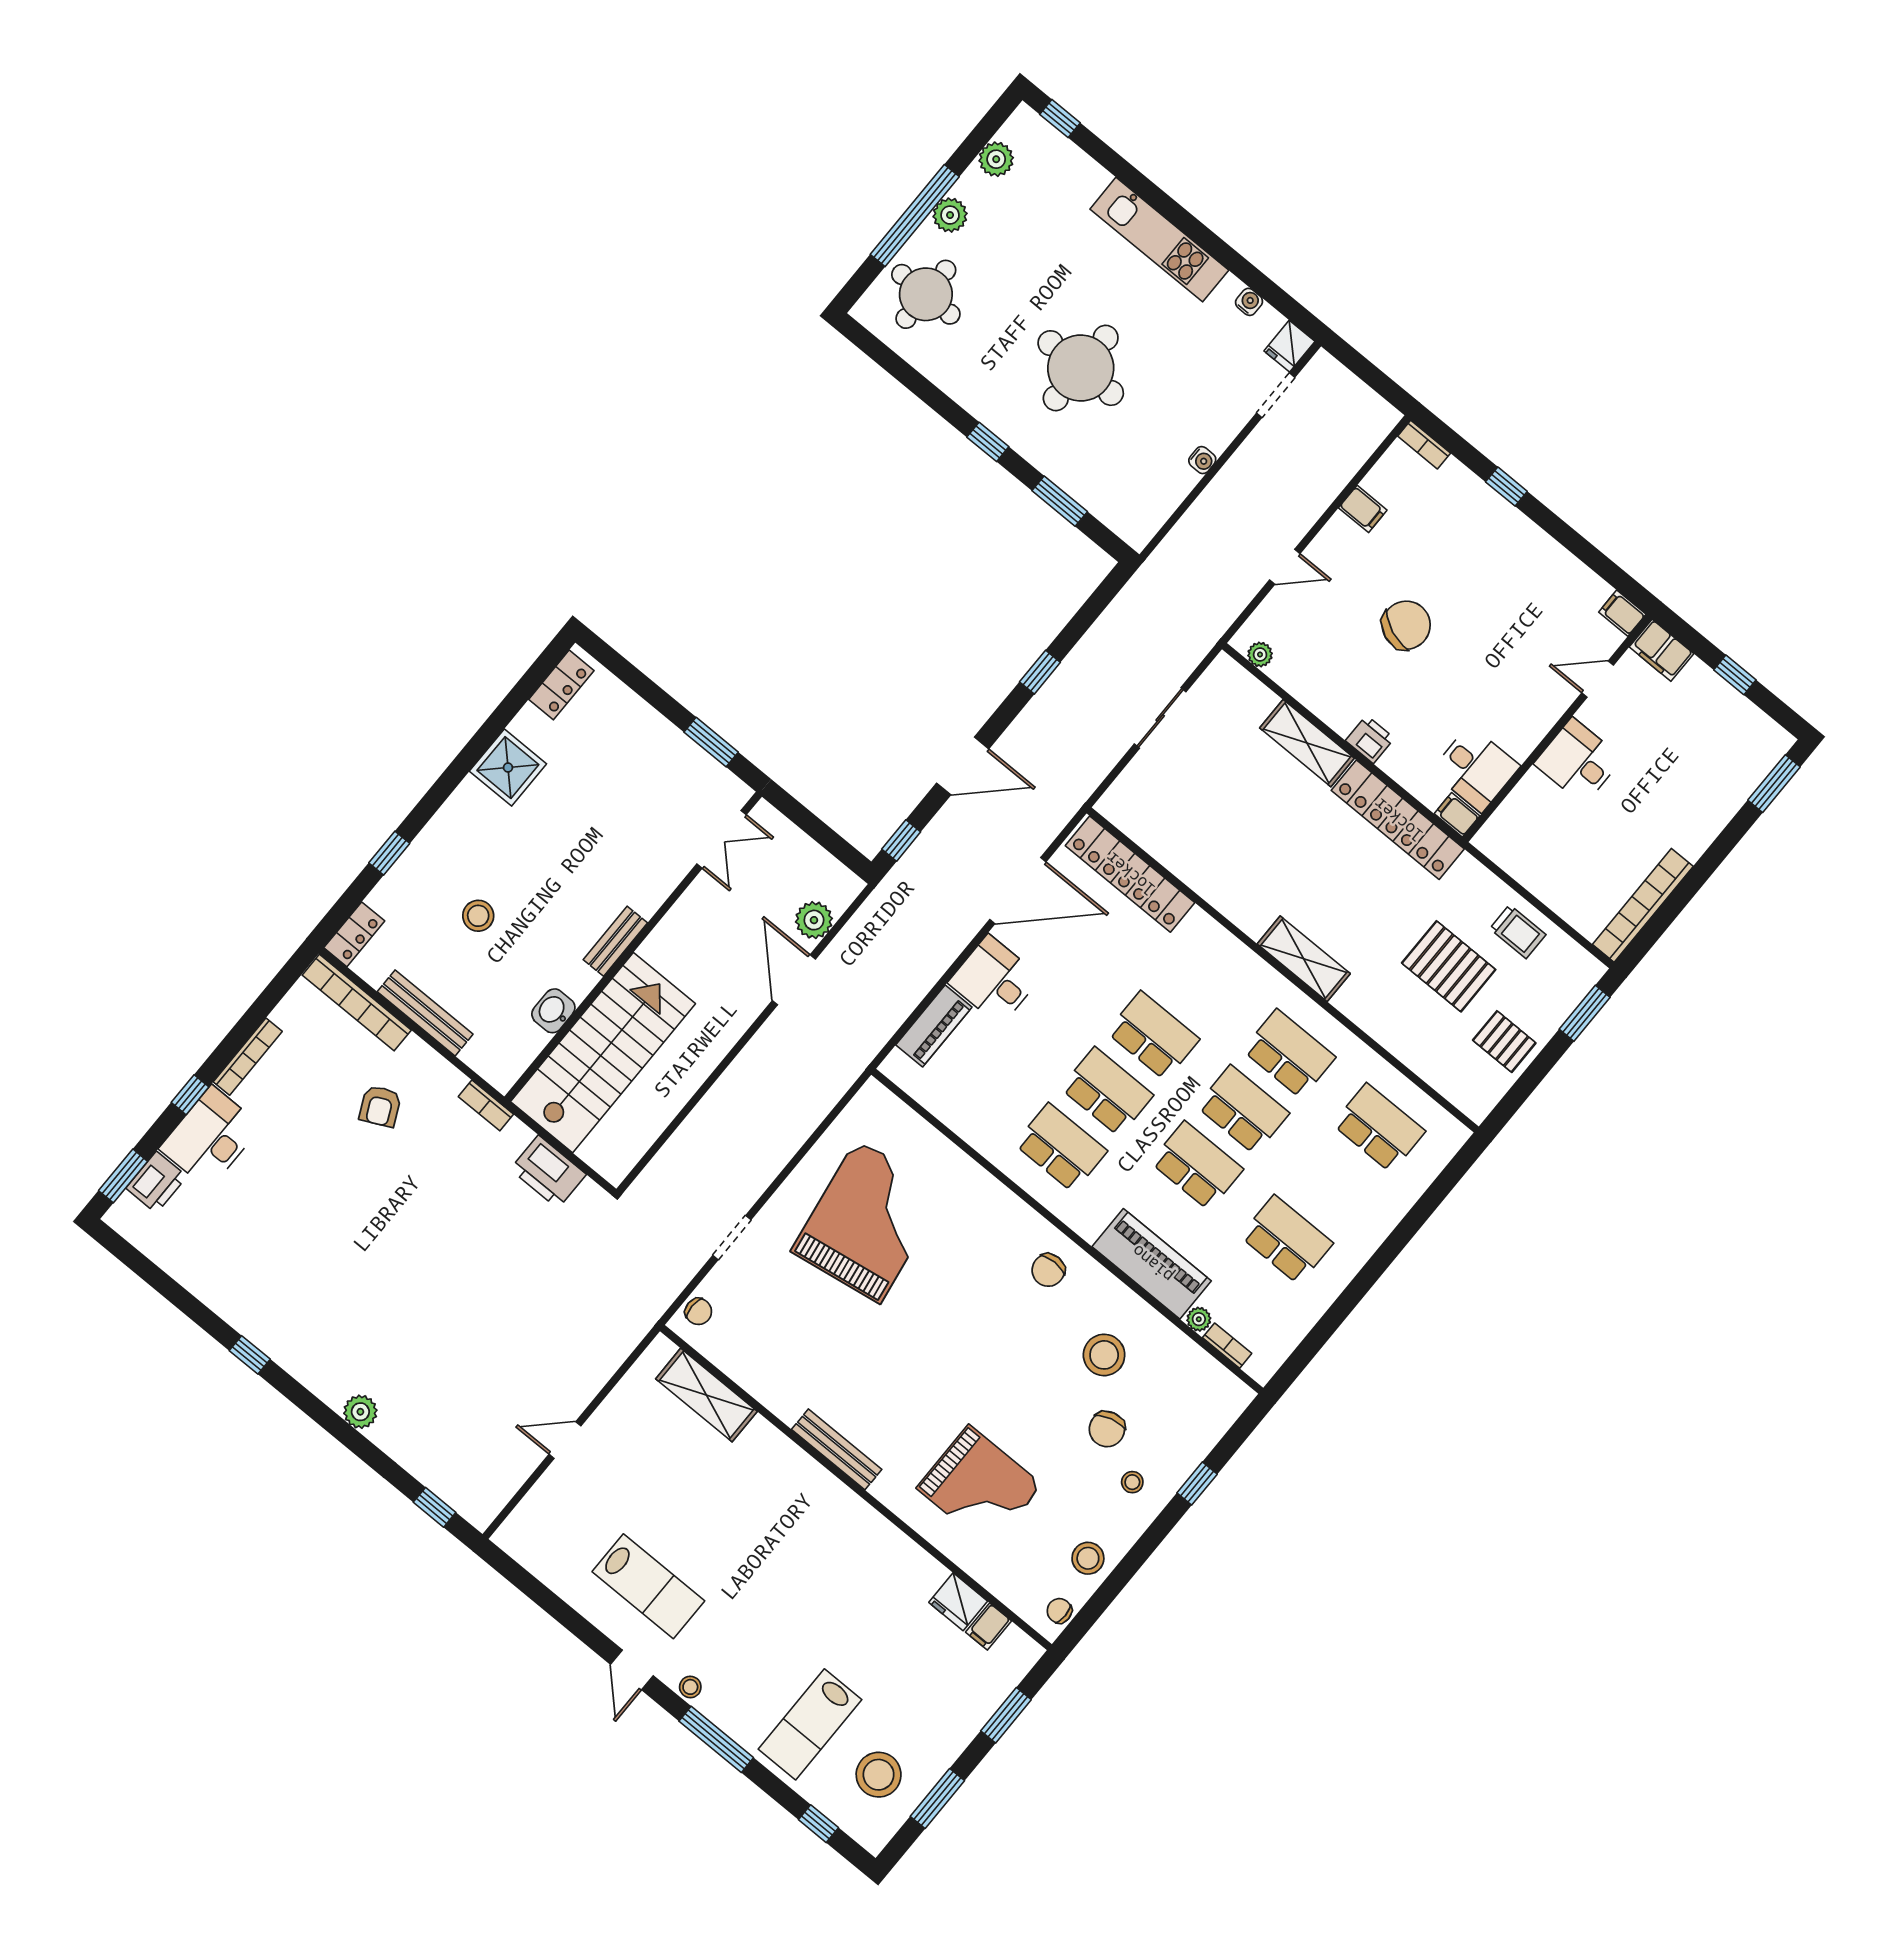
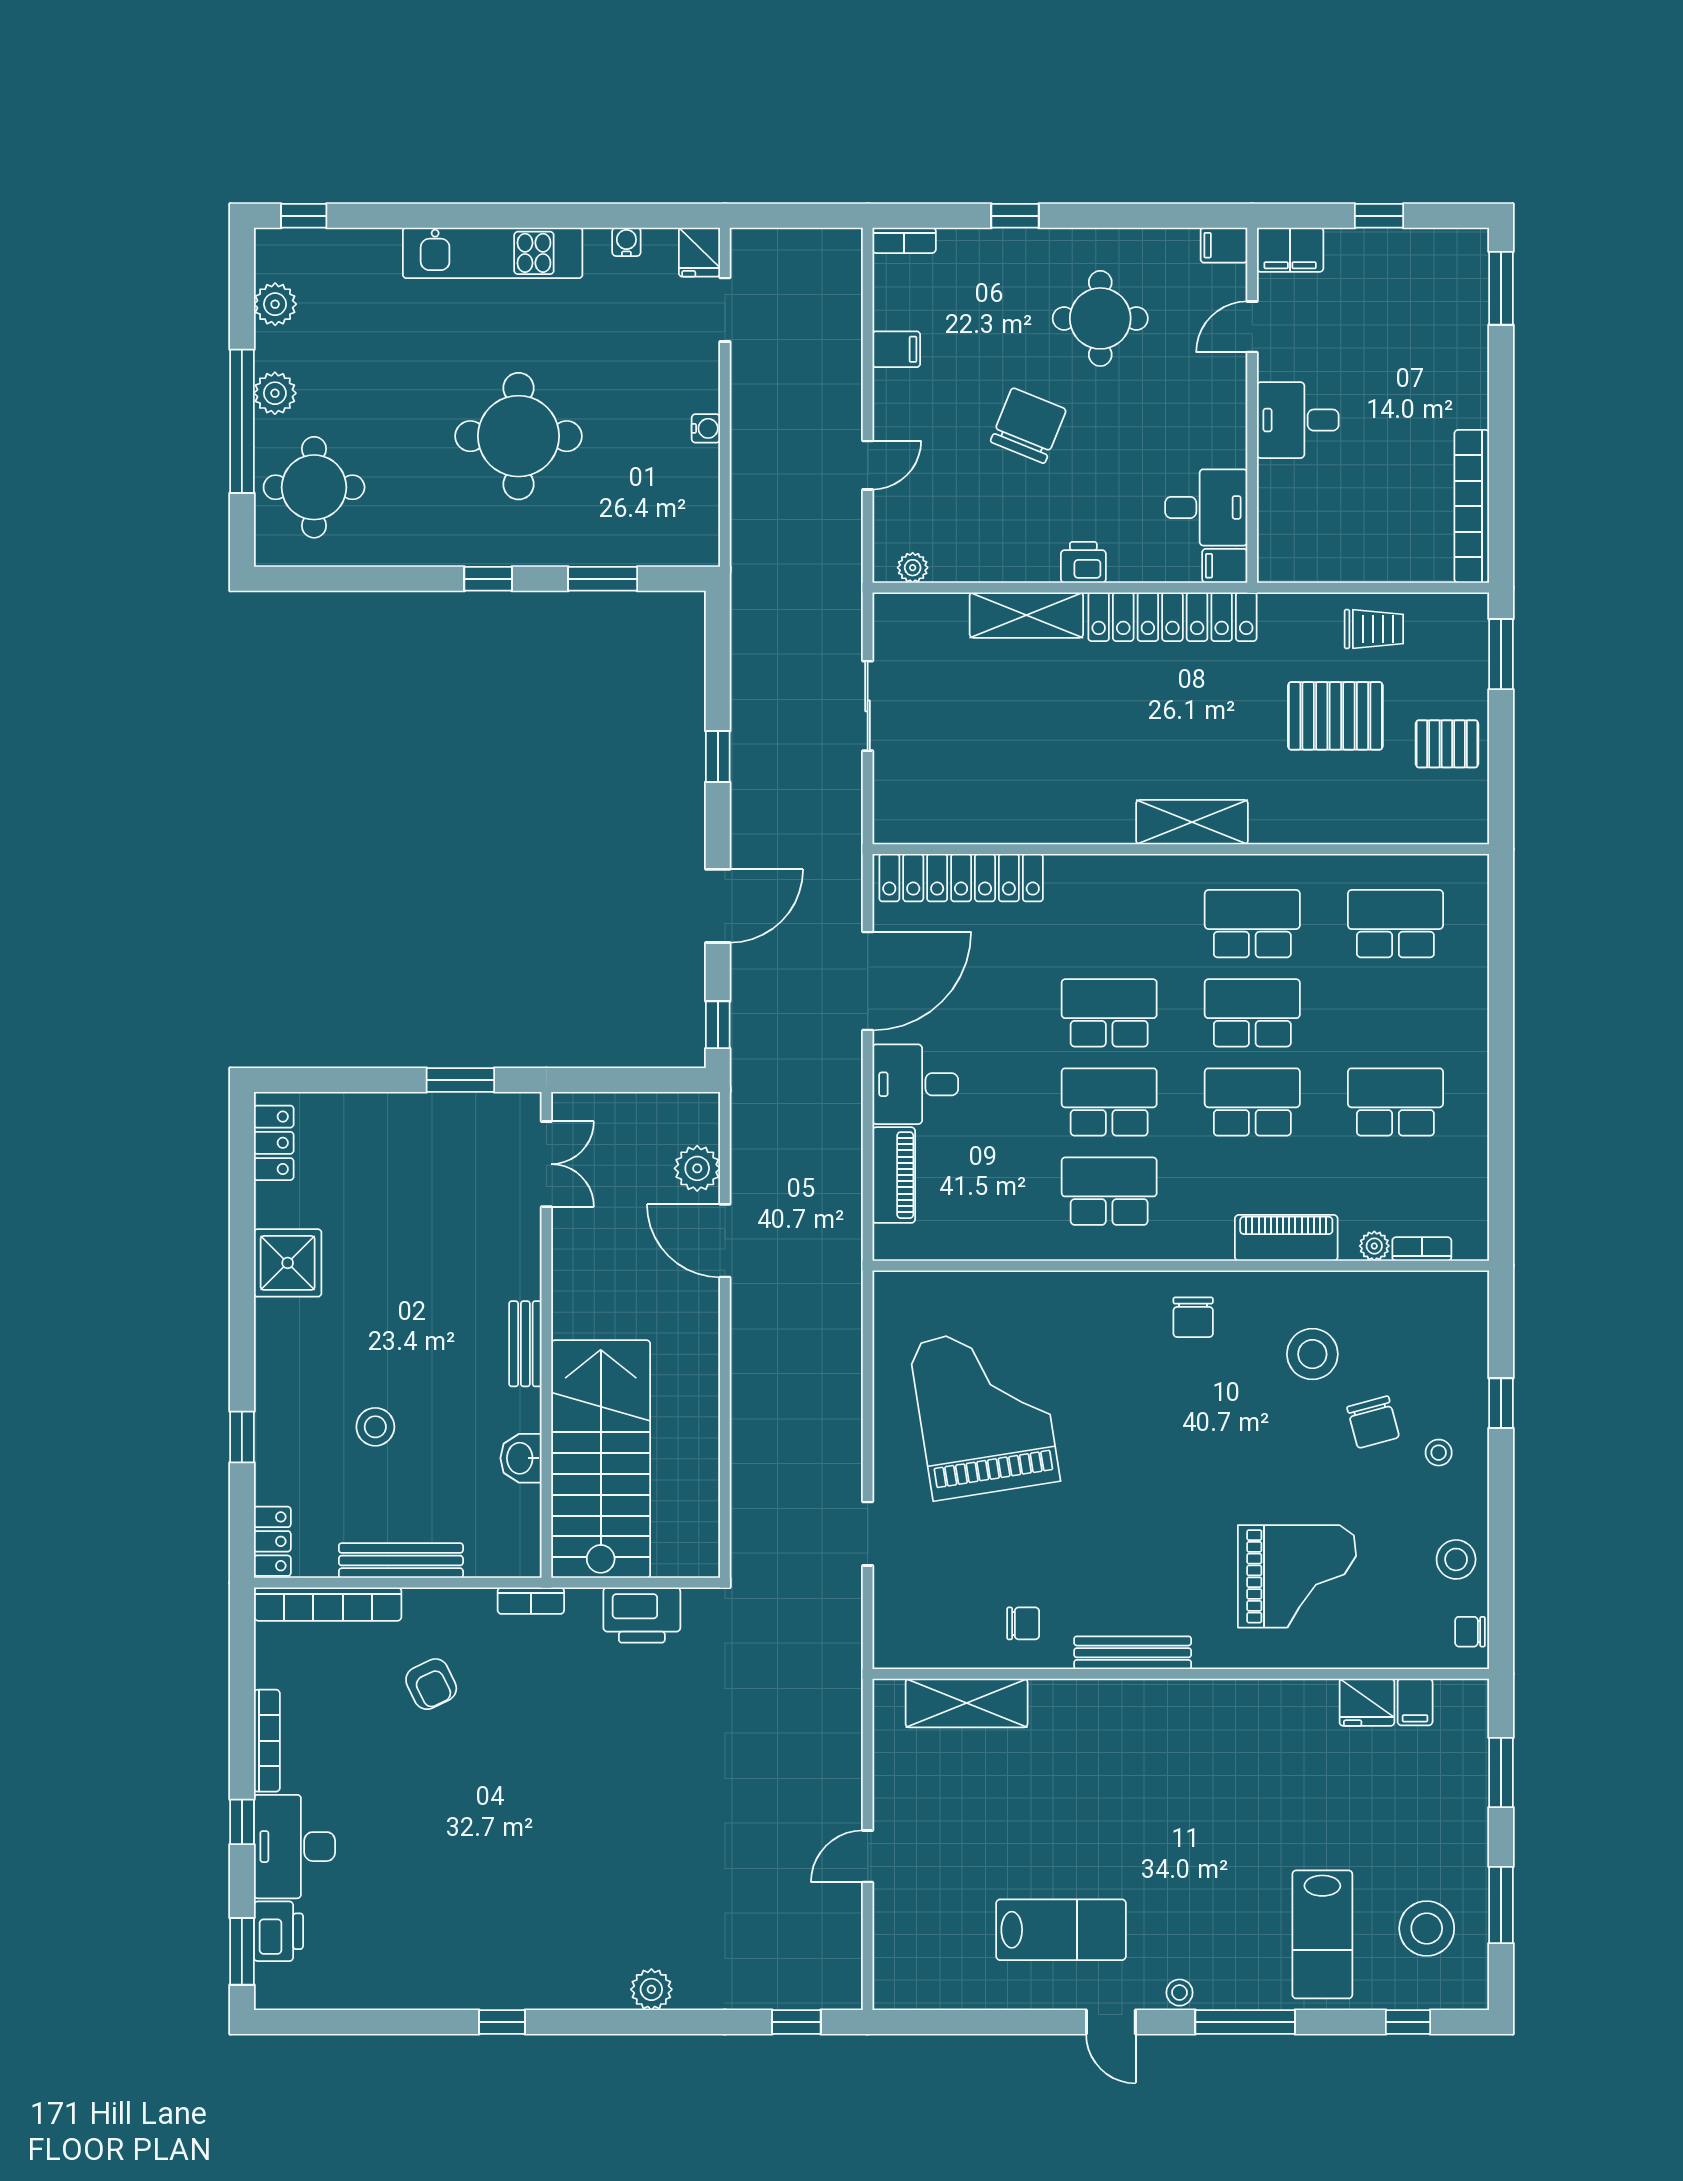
round table: (1507, 595) -> (1100, 318), added
piano: (1152, 1264) -> (1286, 1238), width x0.73, depth x0.75
chair: (698, 1311) -> (1023, 1623), moved

